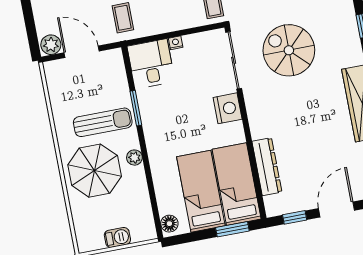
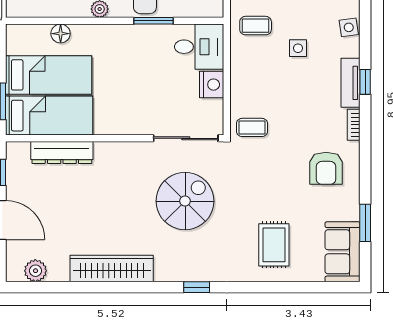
nightstand: (176, 43) -> (212, 85), width x1.89, depth x1.79
nightstand: (228, 108) -> (134, 122), removed
floor lamp: (169, 224) -> (61, 34), moved

